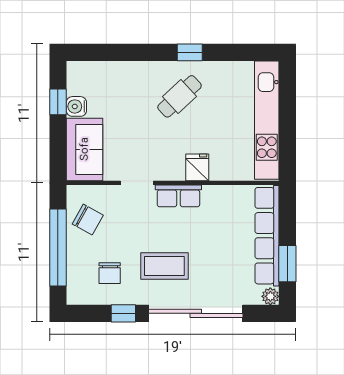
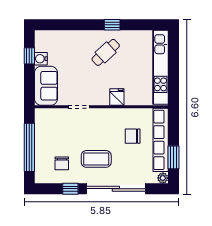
row of seats: (178, 196) -> (105, 115), removed
chair: (88, 220) -> (133, 136), moved, turned 151

